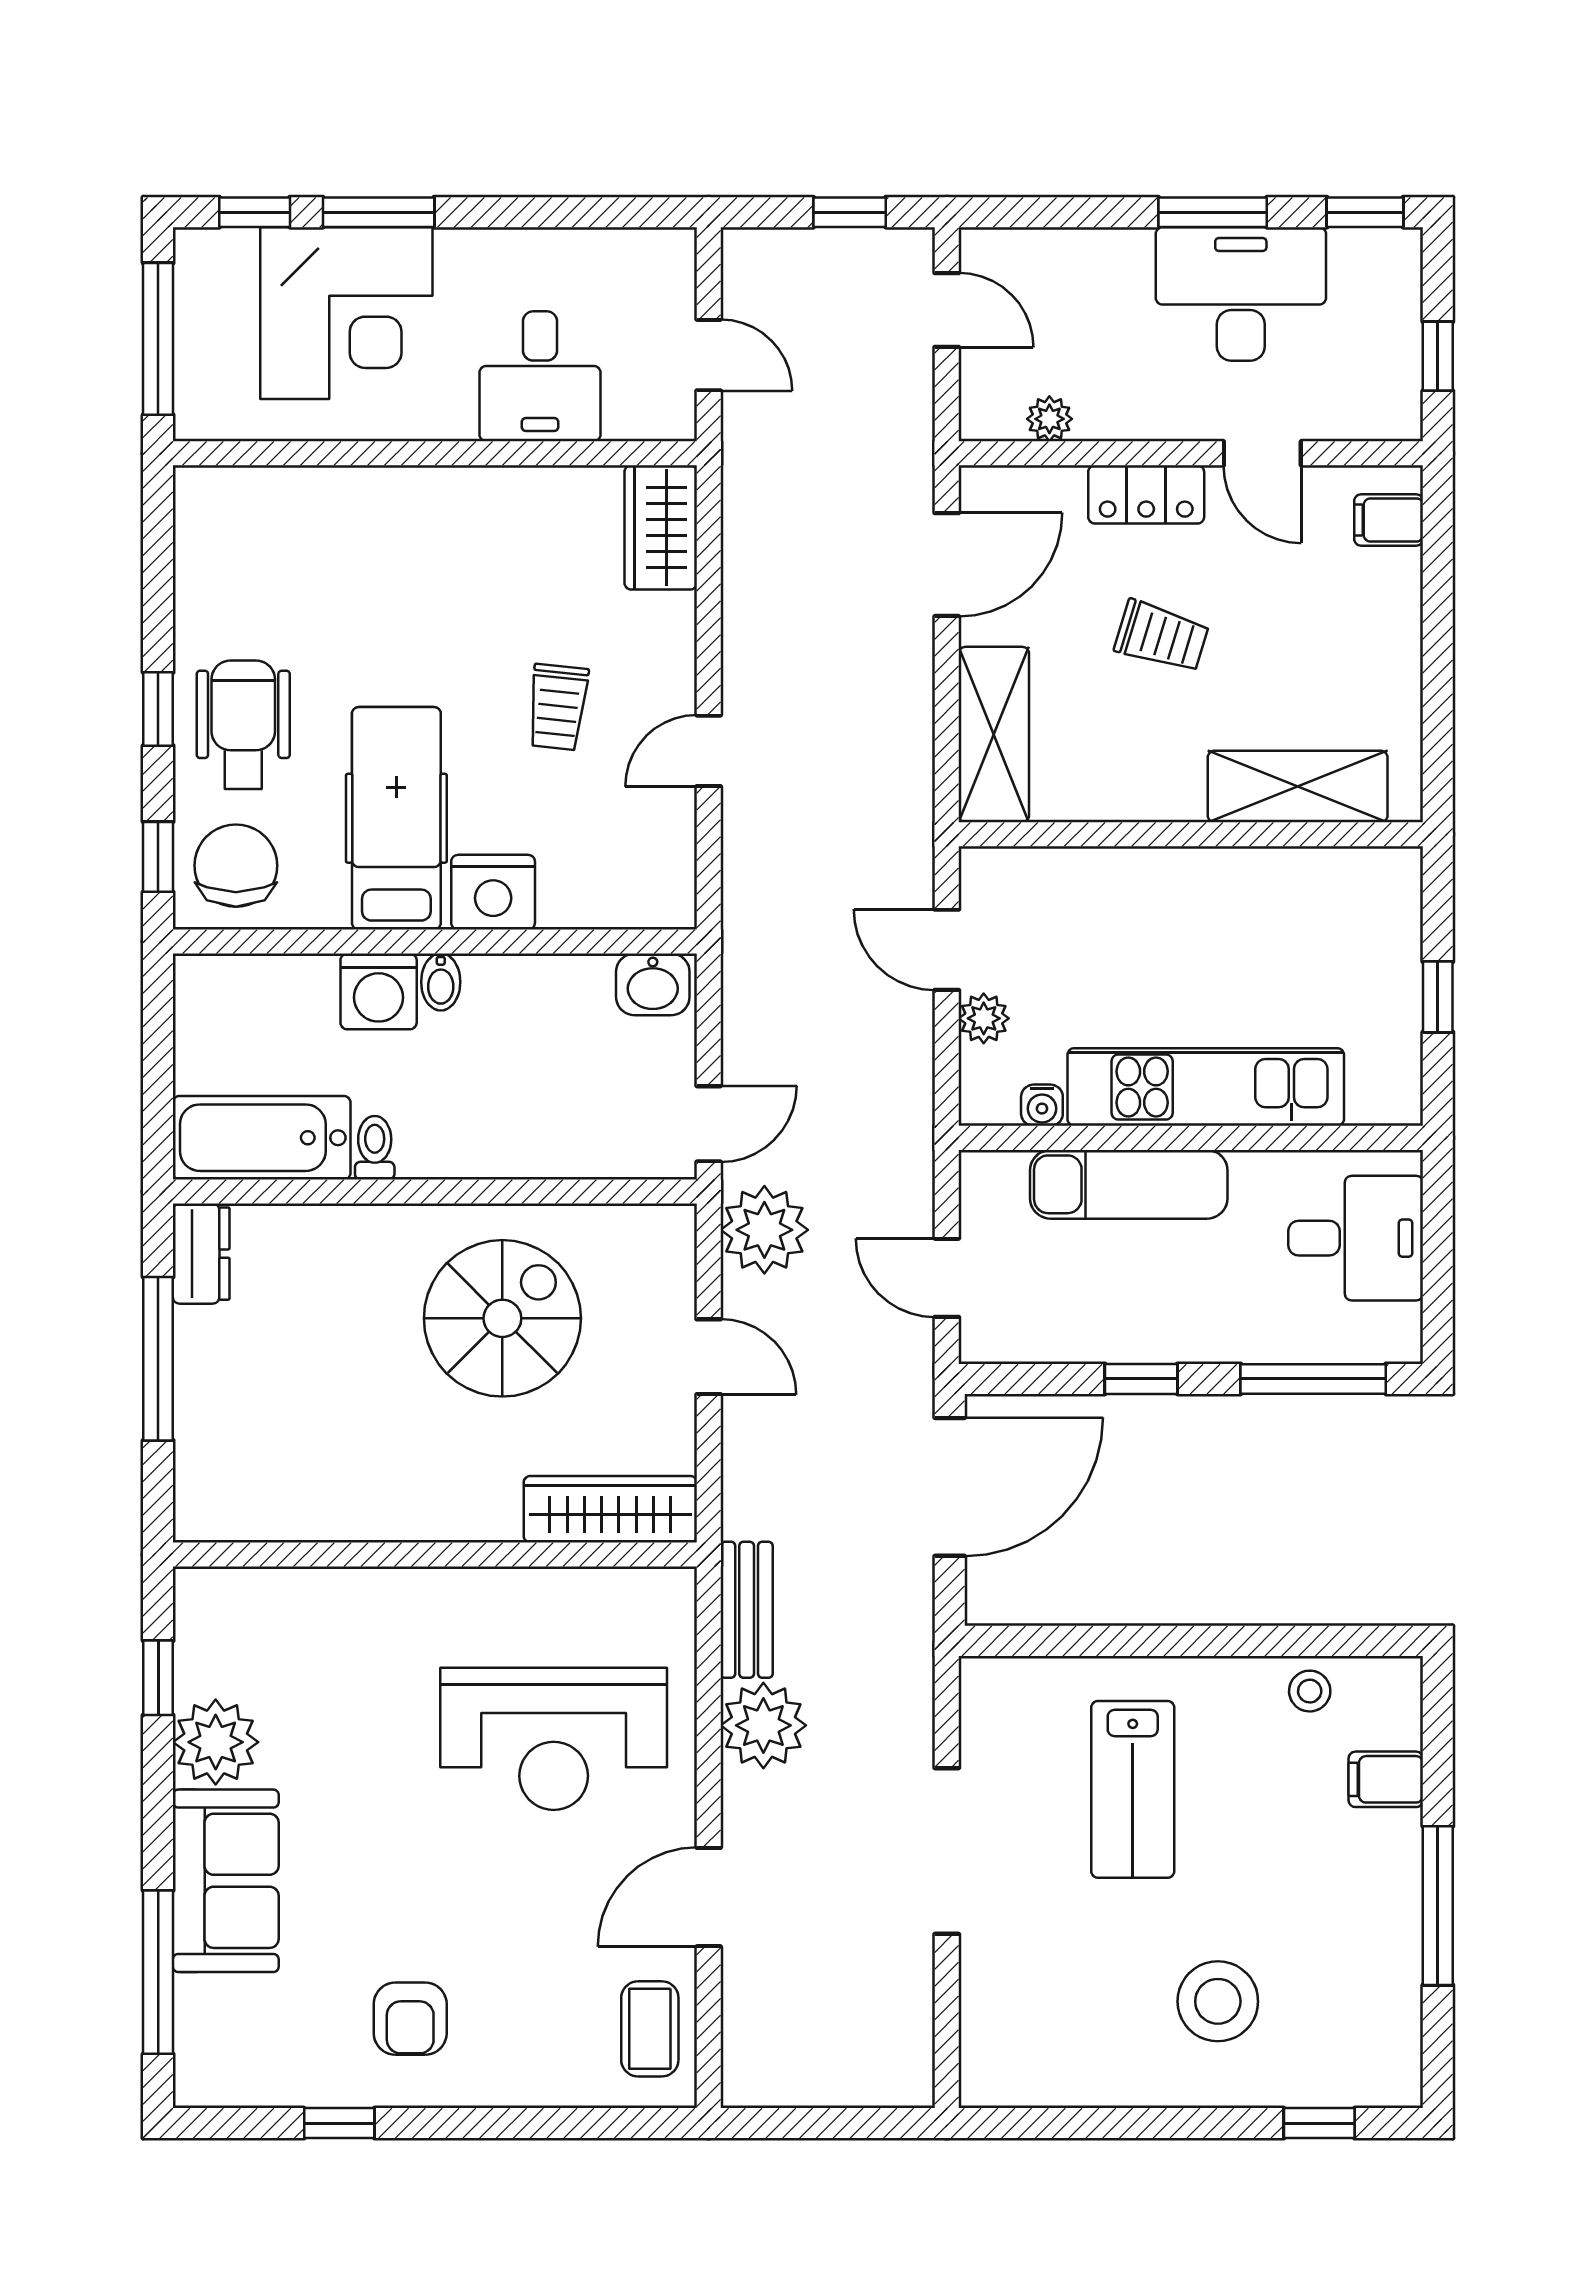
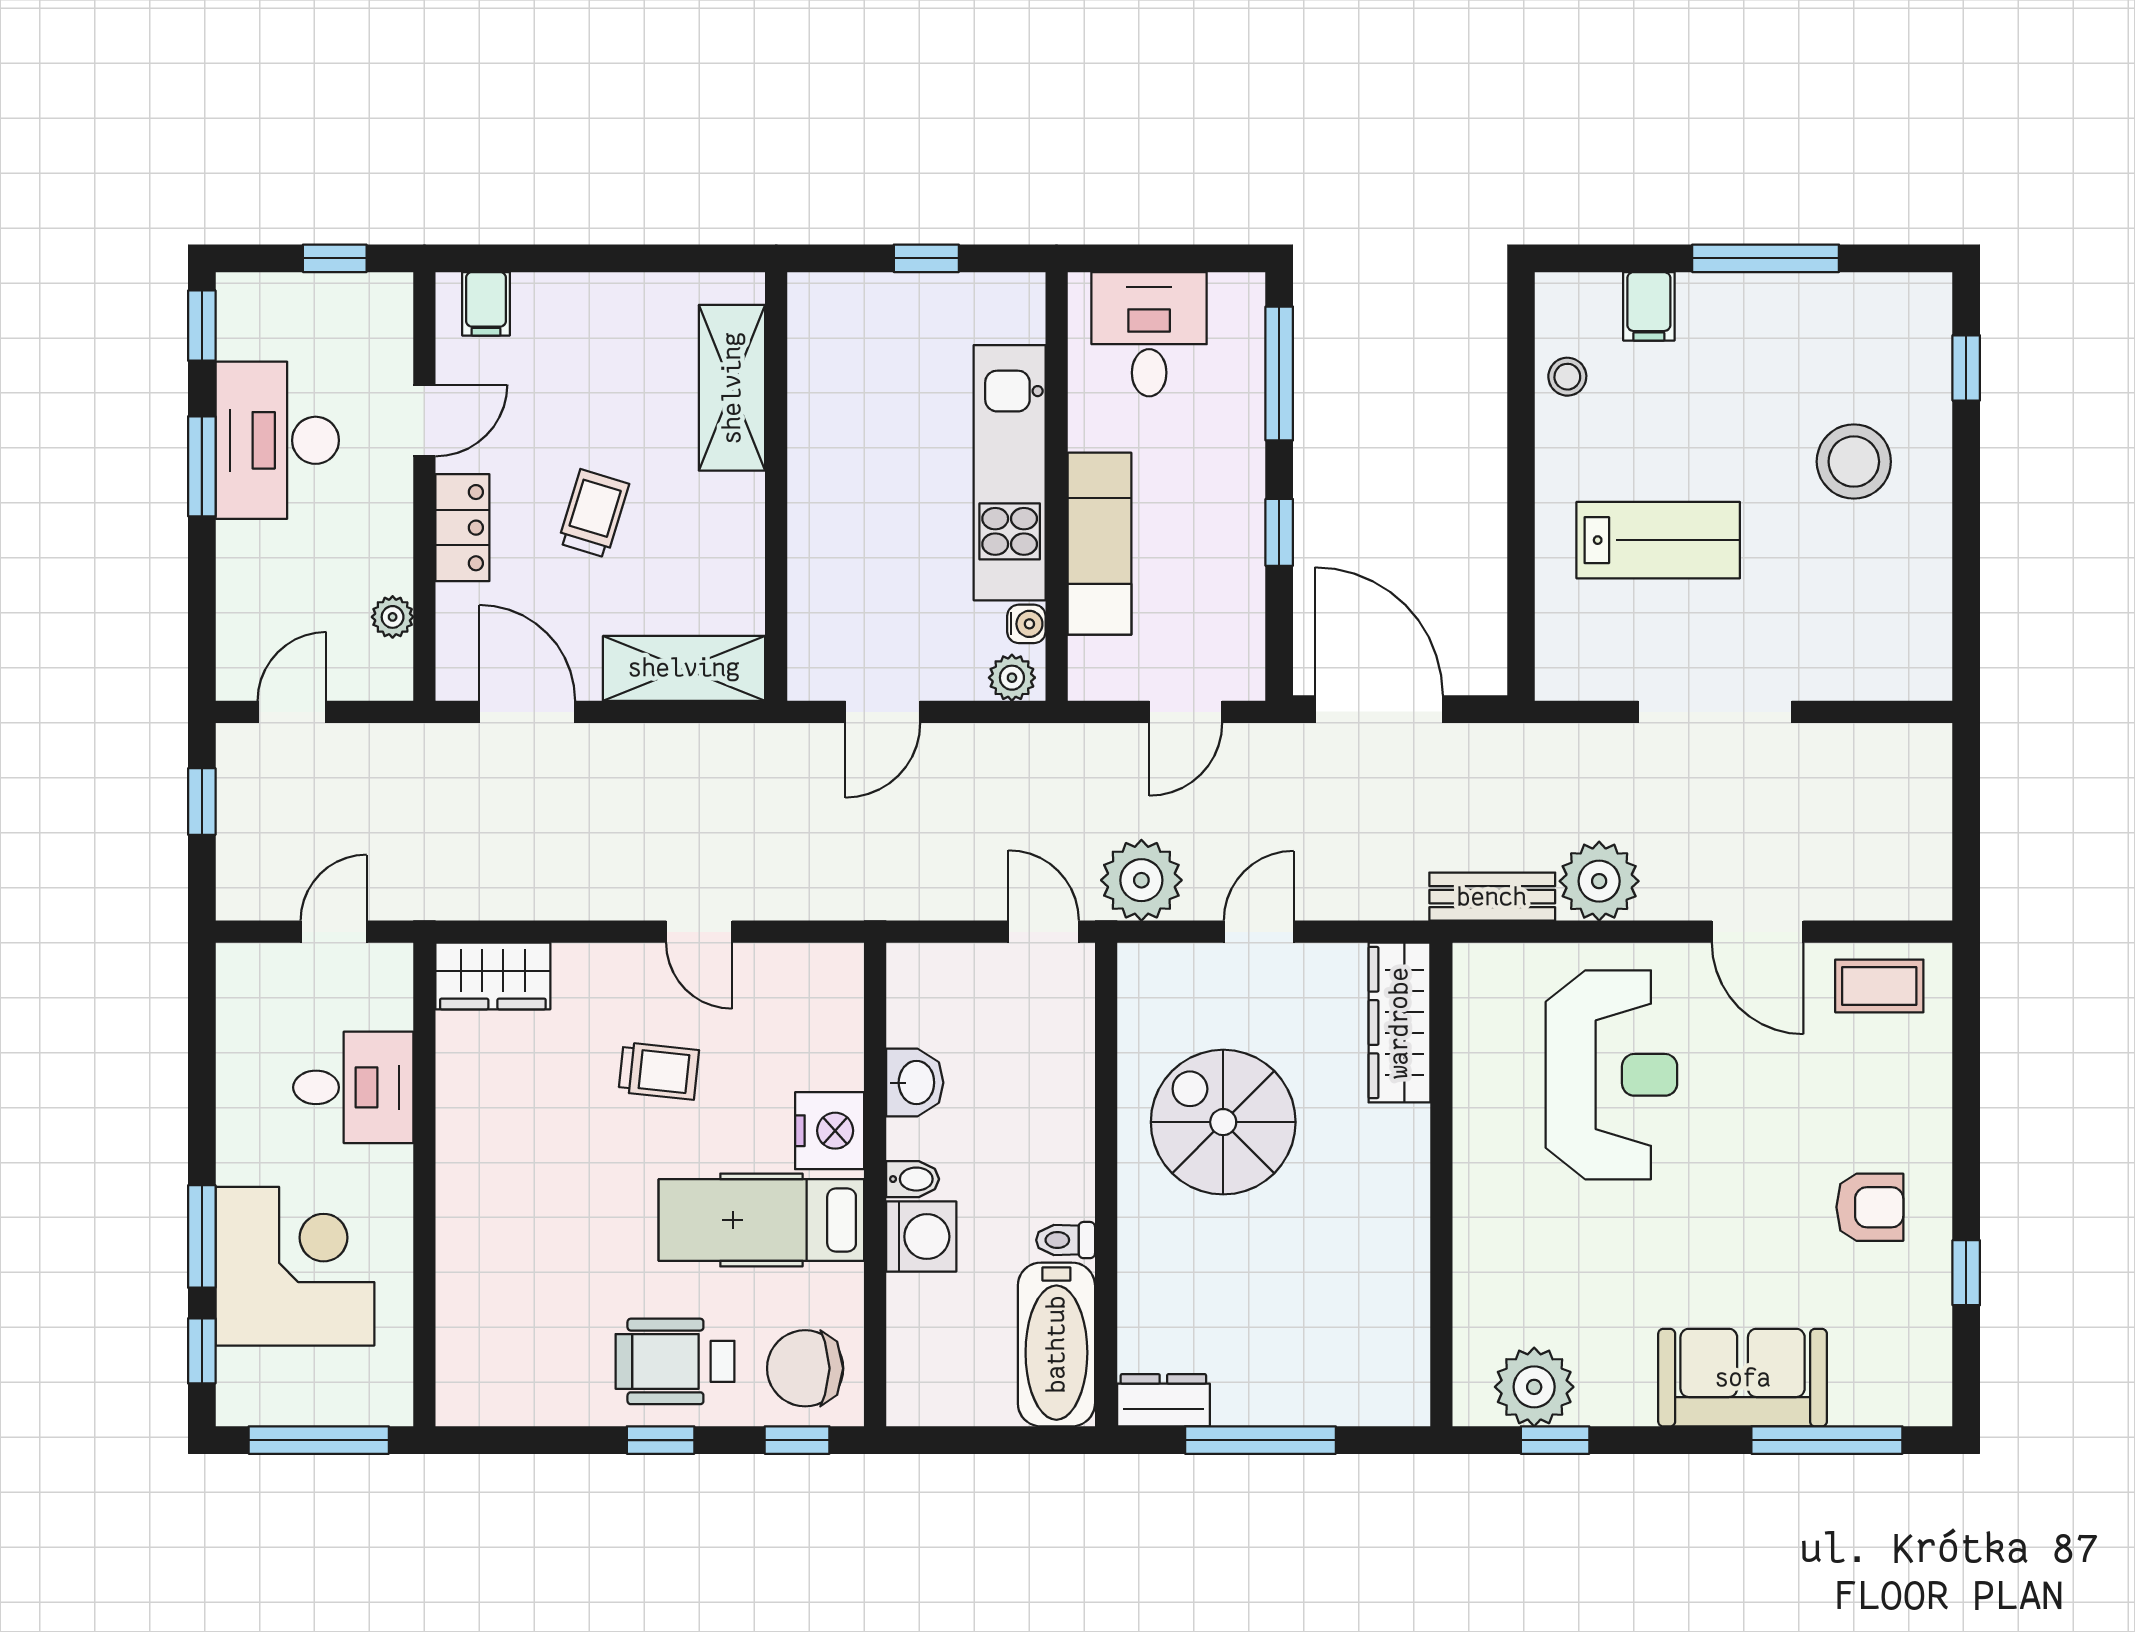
washbasin: (653, 984) -> (915, 1083), moved
plant: (984, 1018) -> (1012, 678), moved
plant: (216, 1742) -> (1534, 1387), moved

